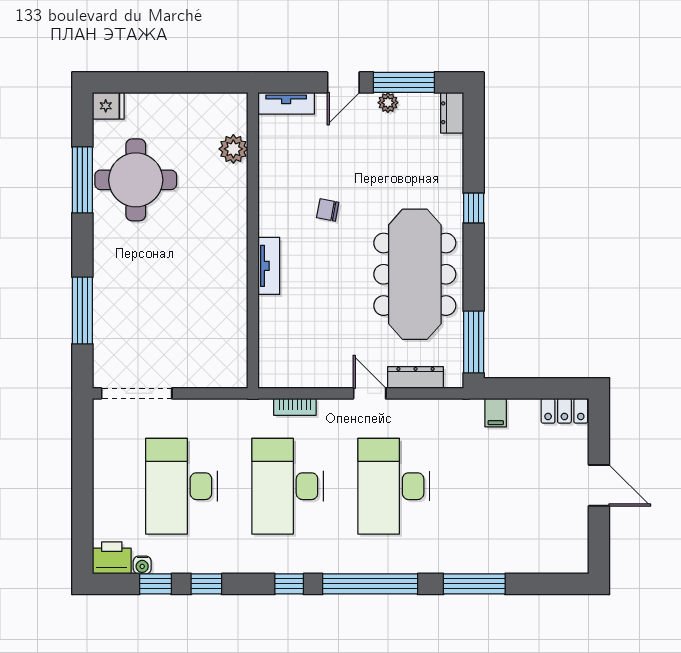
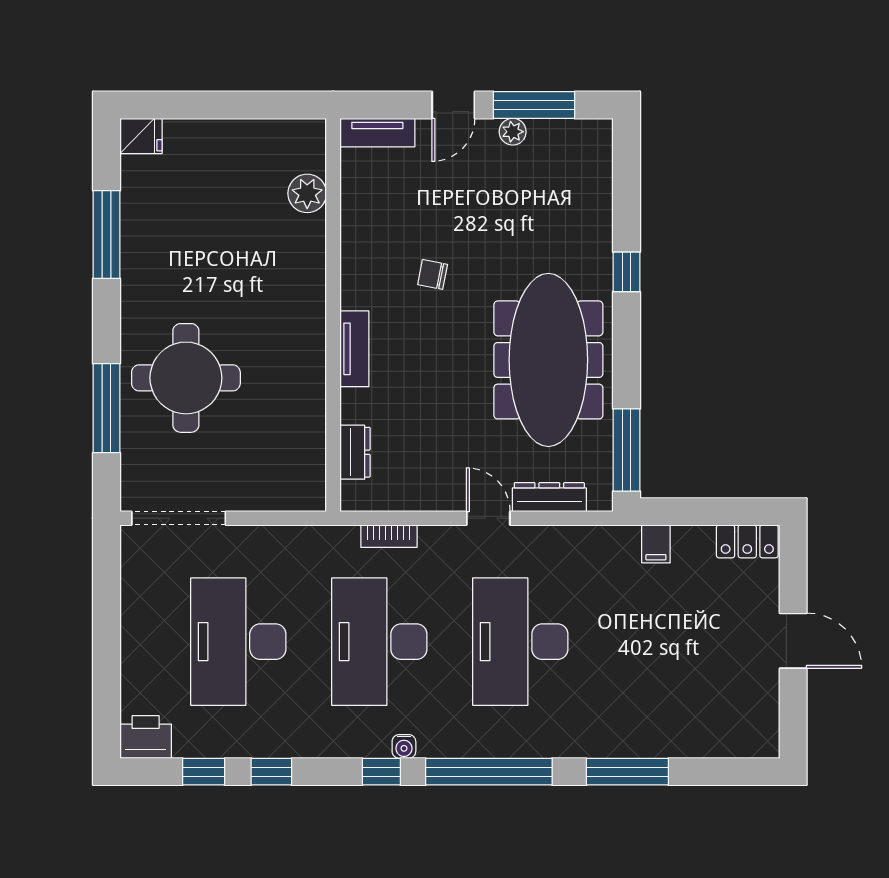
dresser: (452, 113) -> (355, 452), moved, turned 180
round table: (136, 180) -> (186, 378), moved
water cooler: (142, 565) -> (404, 746), moved

